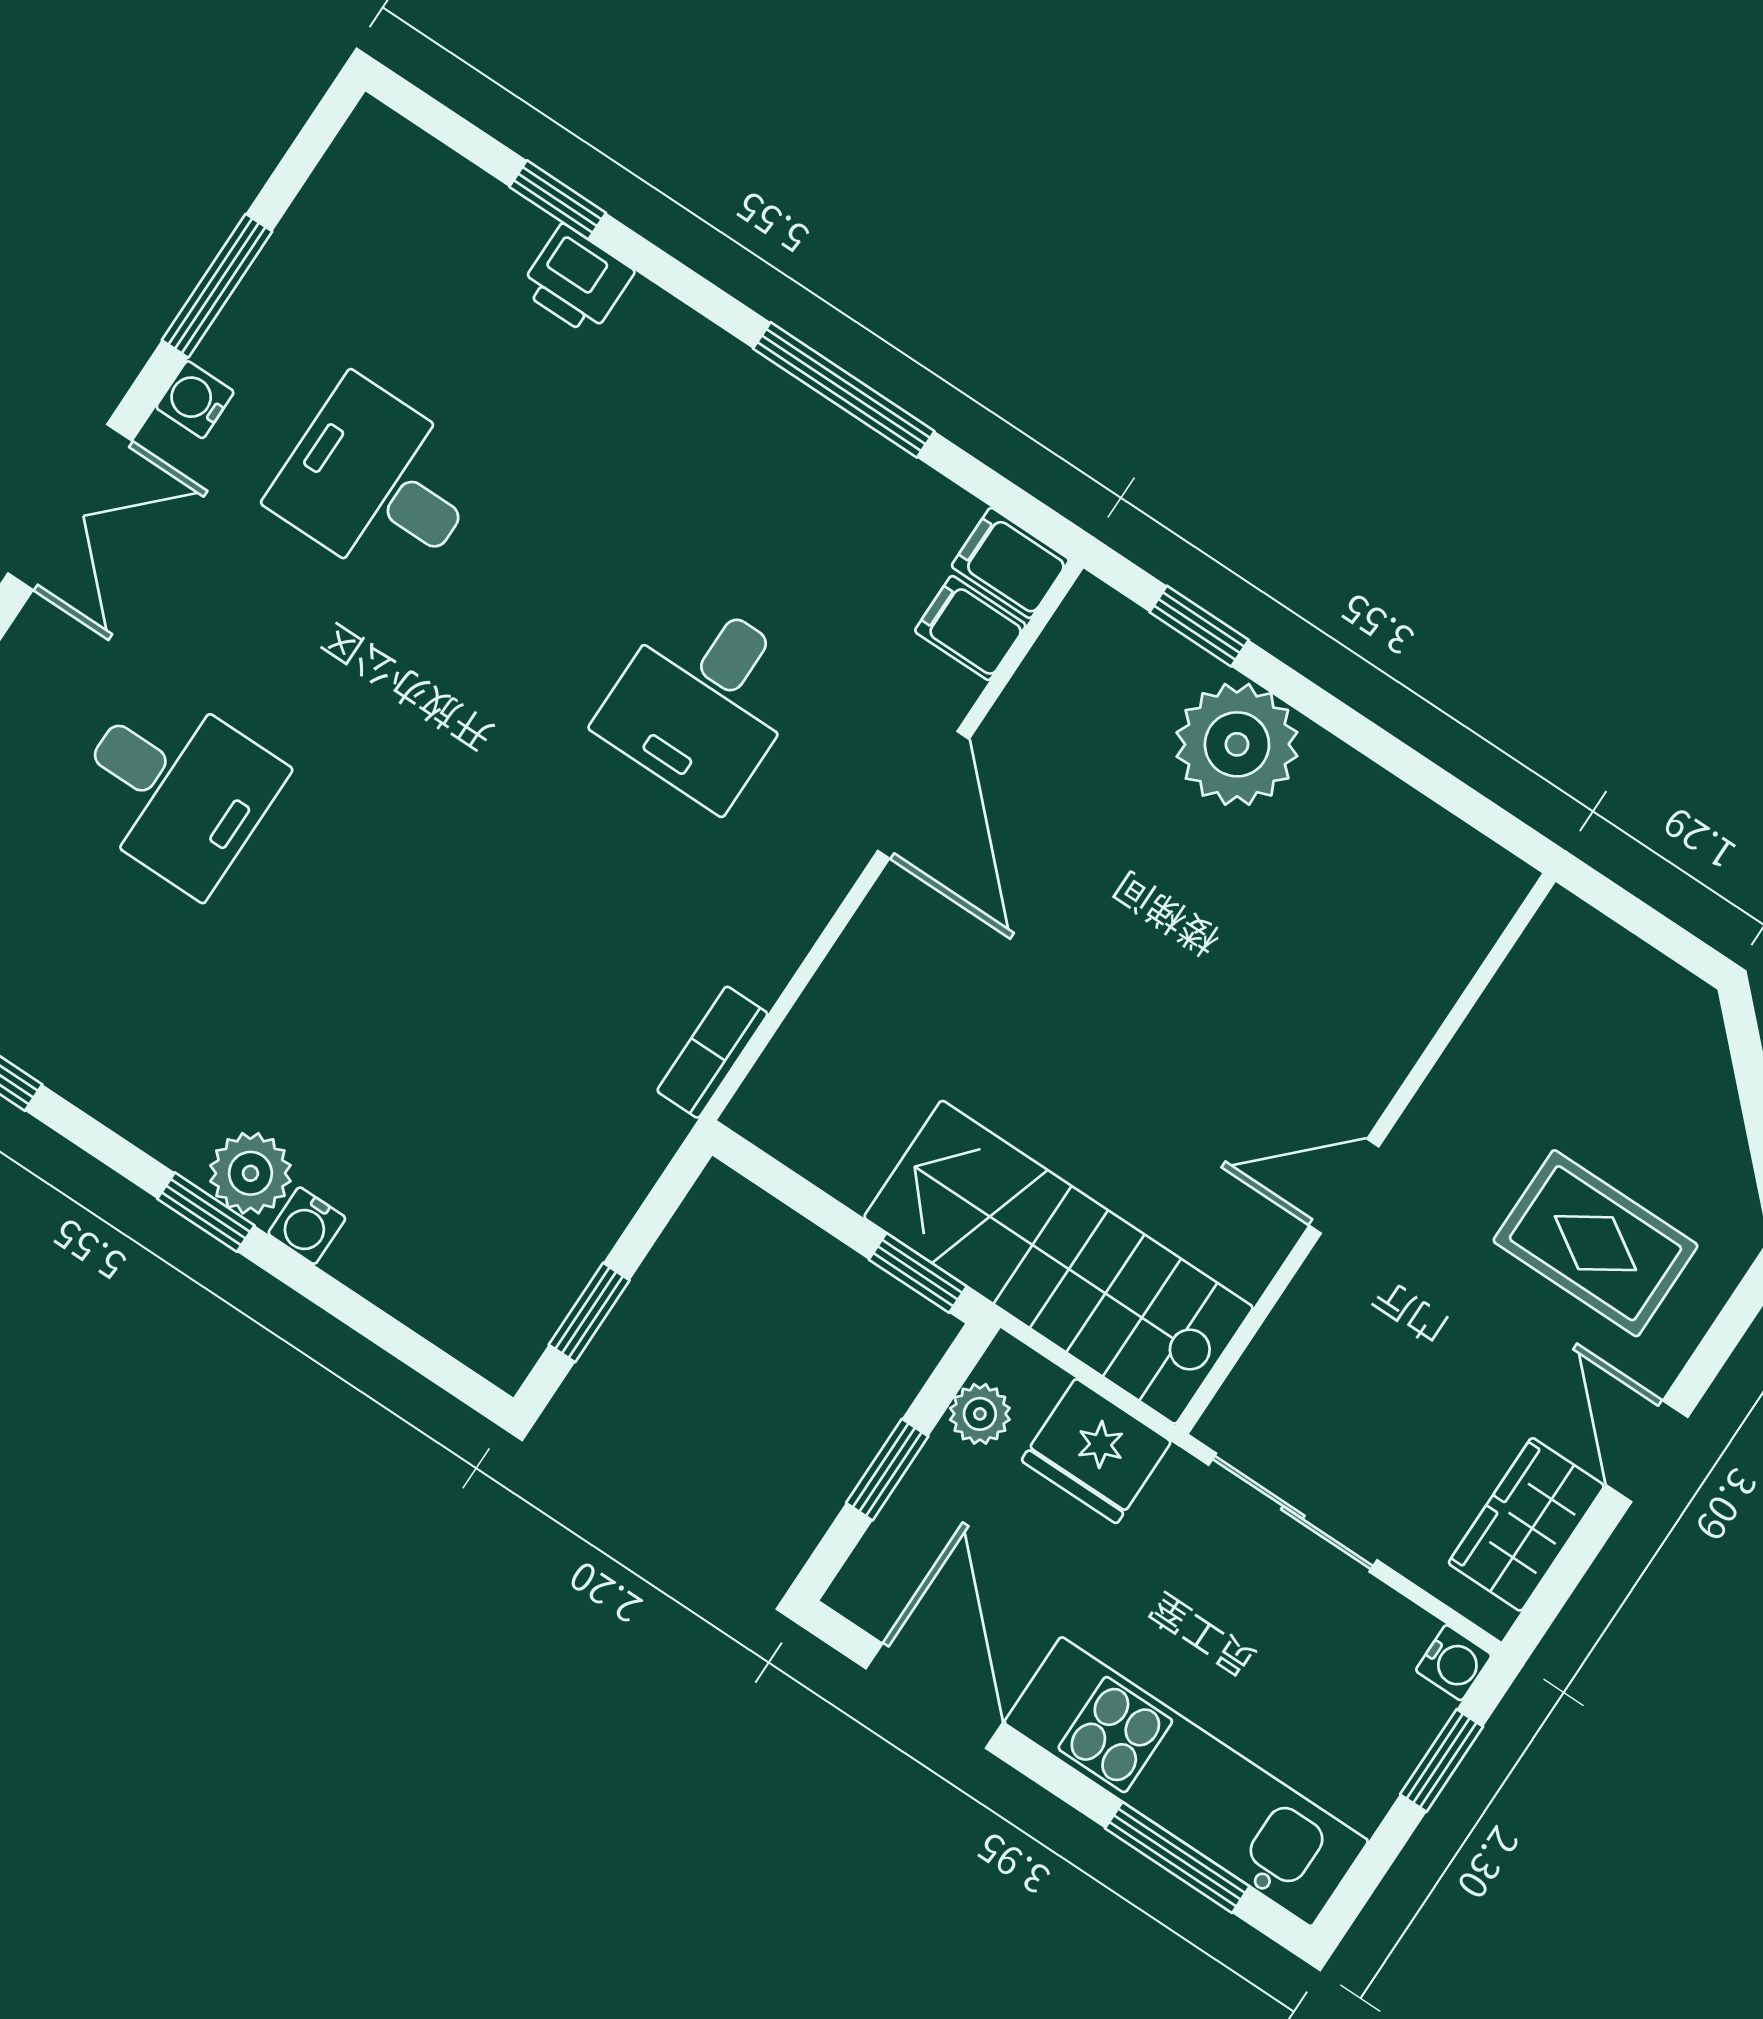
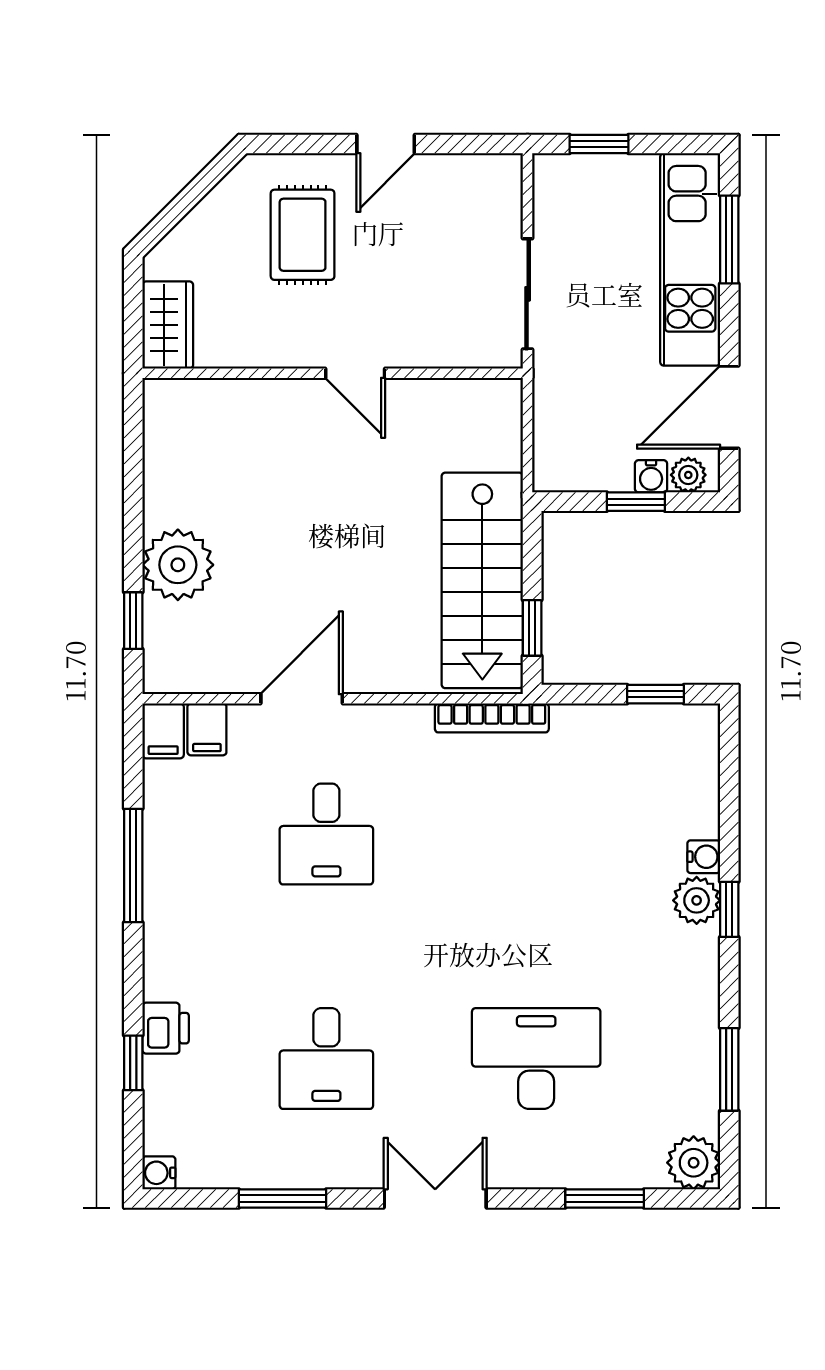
water cooler: (195, 400) -> (159, 1173), moved, turned 90
desk: (703, 700) -> (326, 834), turned 90
desk: (176, 788) -> (536, 1059), width x1.37
bookcase: (712, 1052) -> (492, 718), width x1.56
stairs: (1058, 1262) -> (482, 580), moved
window: (918, 1273) -> (532, 628), moved
plant: (980, 1414) -> (688, 475), moved
fridge: (1096, 1451) -> (561, 408), removed
wardrobe: (1526, 1524) -> (168, 325), moved, turned -90
water cooler: (1454, 1663) -> (651, 476), moved, turned 180

